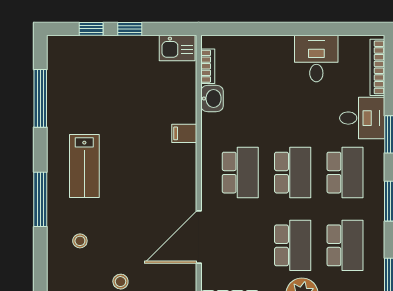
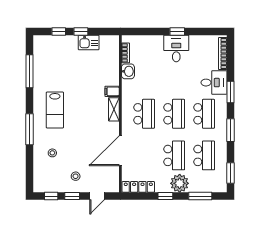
window: (298, 29) -> (177, 31), added
kitchen sink: (177, 48) -> (89, 42), moved
desk: (316, 59) -> (176, 48), moved
shelving: (187, 165) -> (114, 109), added

